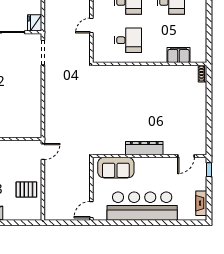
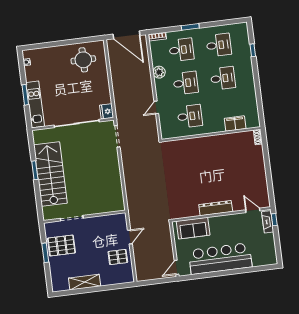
door: (43, 152) -> (130, 237), moved
door: (186, 156) -> (253, 210), swing flipped
fireplace: (201, 203) -> (268, 222), moved

